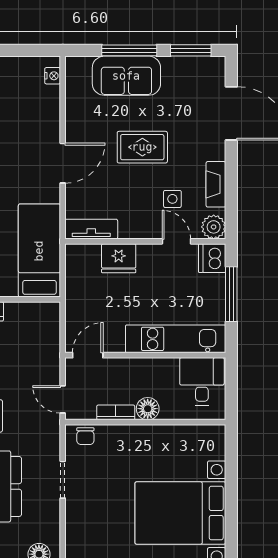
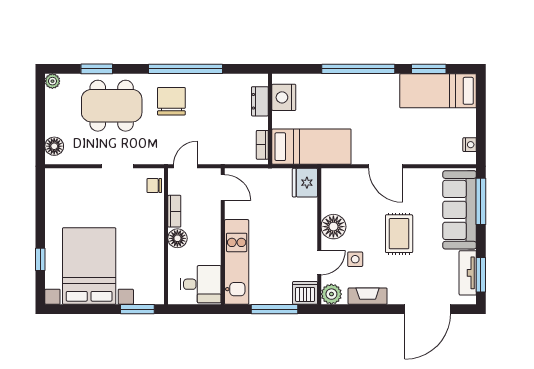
window: (129, 50) -> (481, 201), moved
nightstand: (53, 76) -> (470, 145), moved, turned -90
sofa: (126, 76) -> (460, 210), width x1.36
floor lamp: (134, 225) -> (333, 227), added
tv unit: (91, 229) -> (468, 273), moved, turned 180
fridge: (119, 258) -> (305, 183), moved
bookcase: (37, 309) -> (262, 145), added
window: (231, 456) -> (137, 309), added

